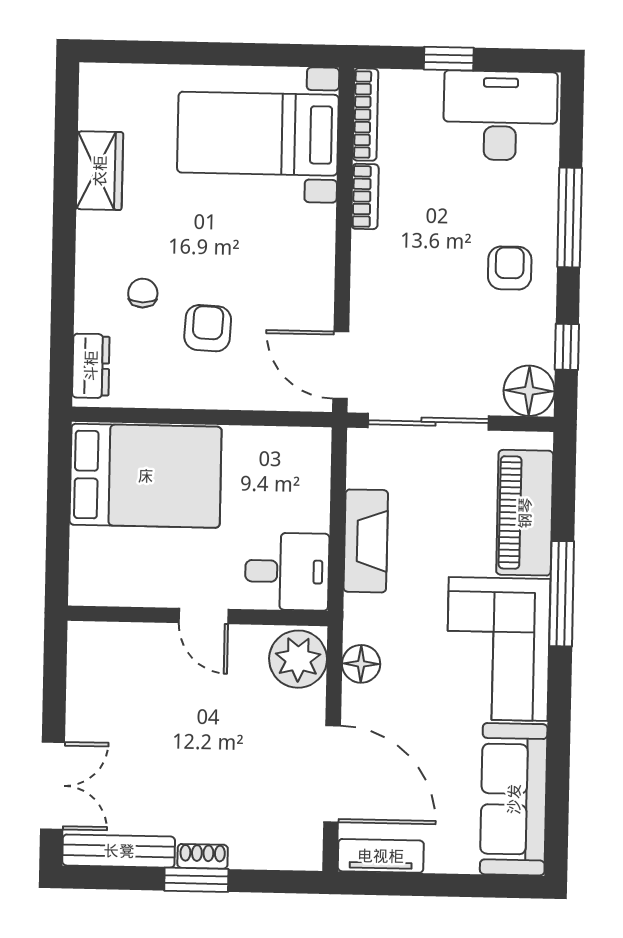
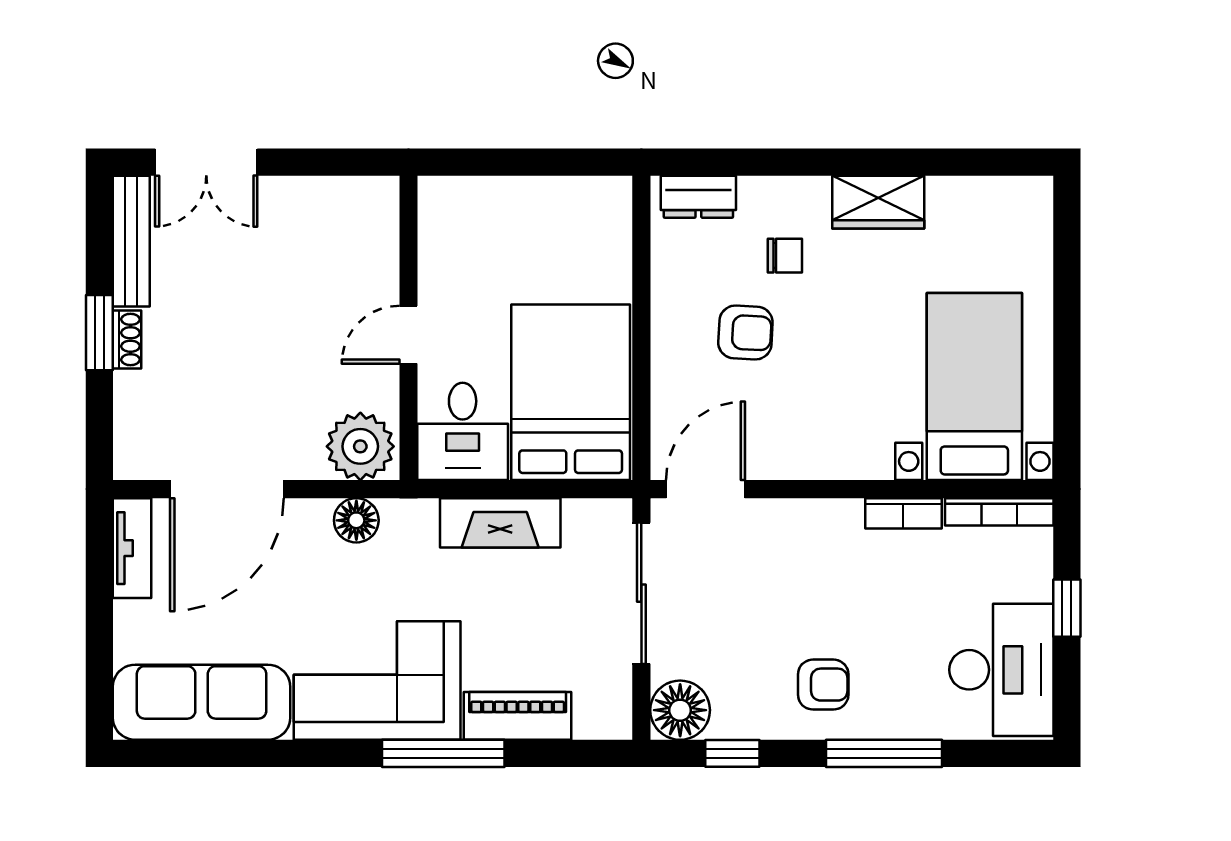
wardrobe: (100, 171) -> (878, 202), moved
bed: (146, 476) -> (571, 392), moved, turned 180
piano: (525, 513) -> (518, 716), width x0.73, depth x0.75

